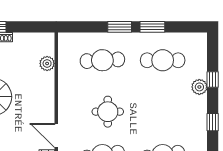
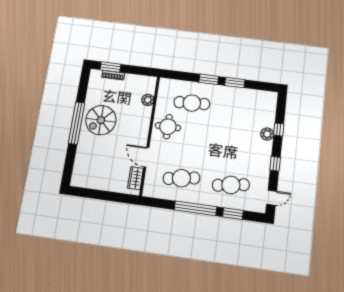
cafe table: (163, 60) -> (240, 109), removed
round table: (108, 112) -> (168, 127), moved

